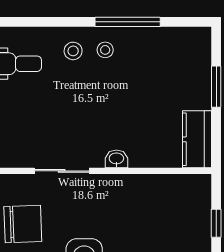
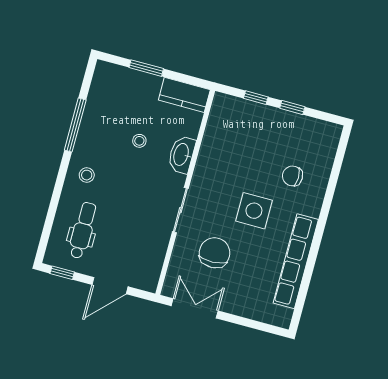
stool: (105, 50) -> (139, 141), moved
washbasin: (116, 159) -> (182, 155), width x1.91, depth x1.45

